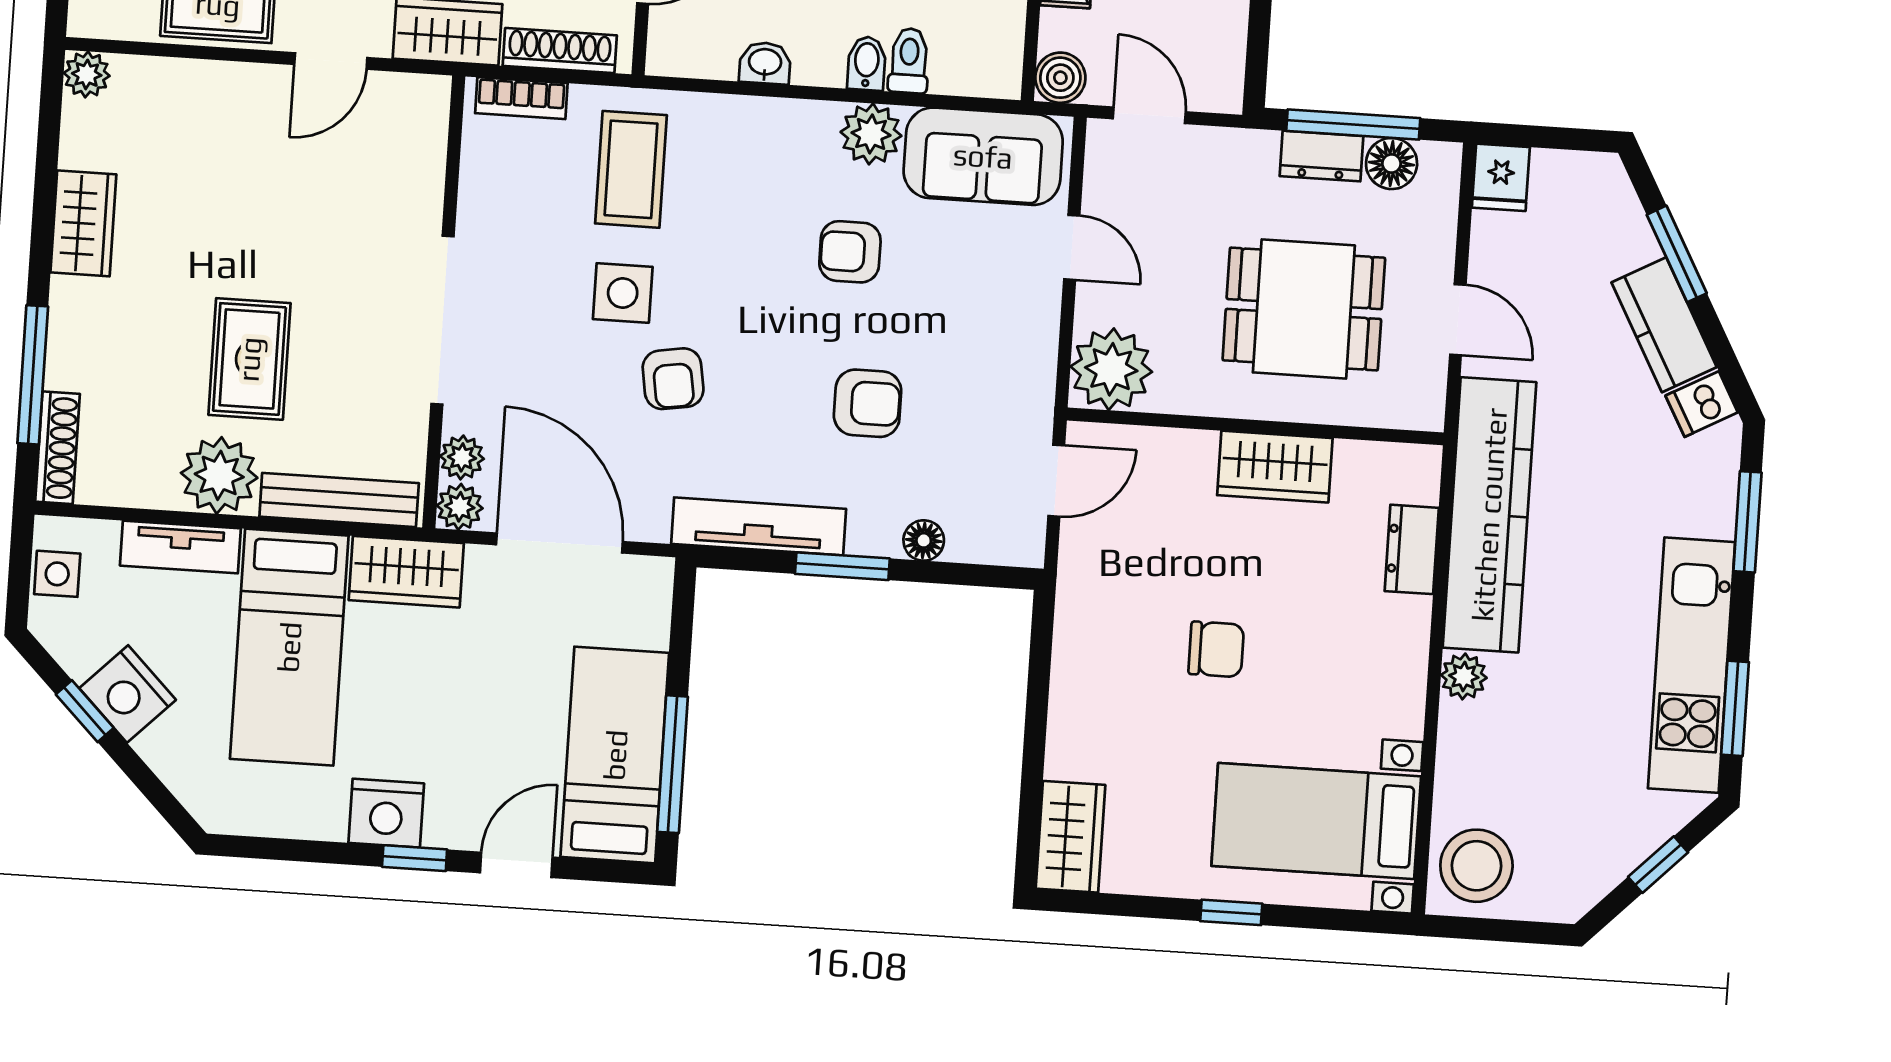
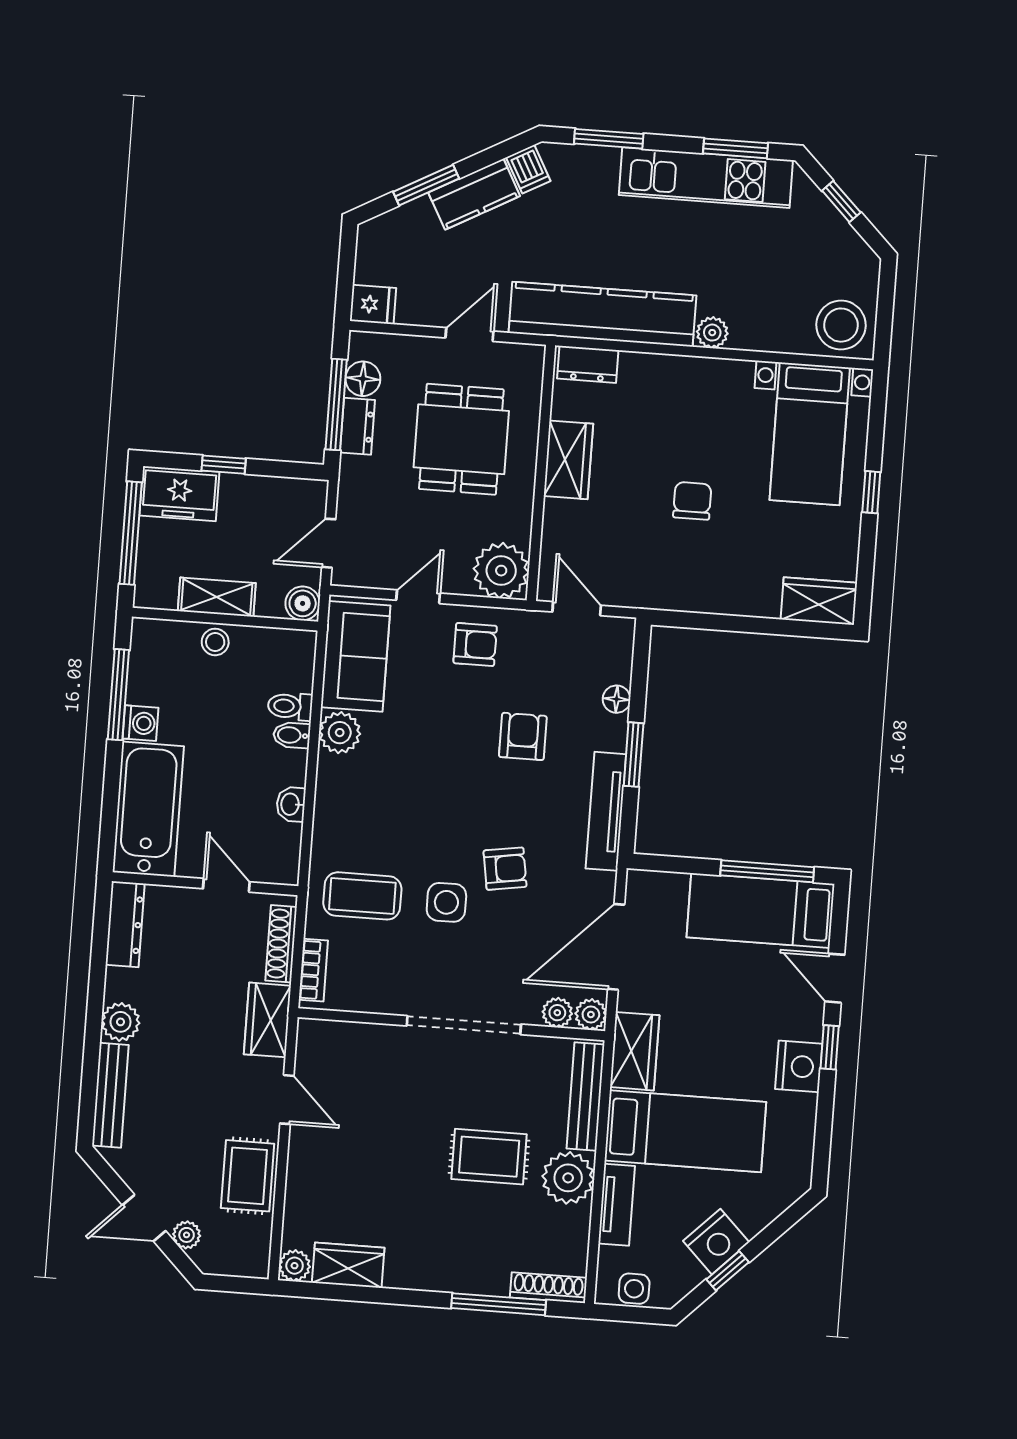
wardrobe: (83, 223) -> (348, 1265), moved
armchair: (850, 252) -> (475, 644), moved, turned -90
dresser: (1412, 549) -> (588, 364), moved

